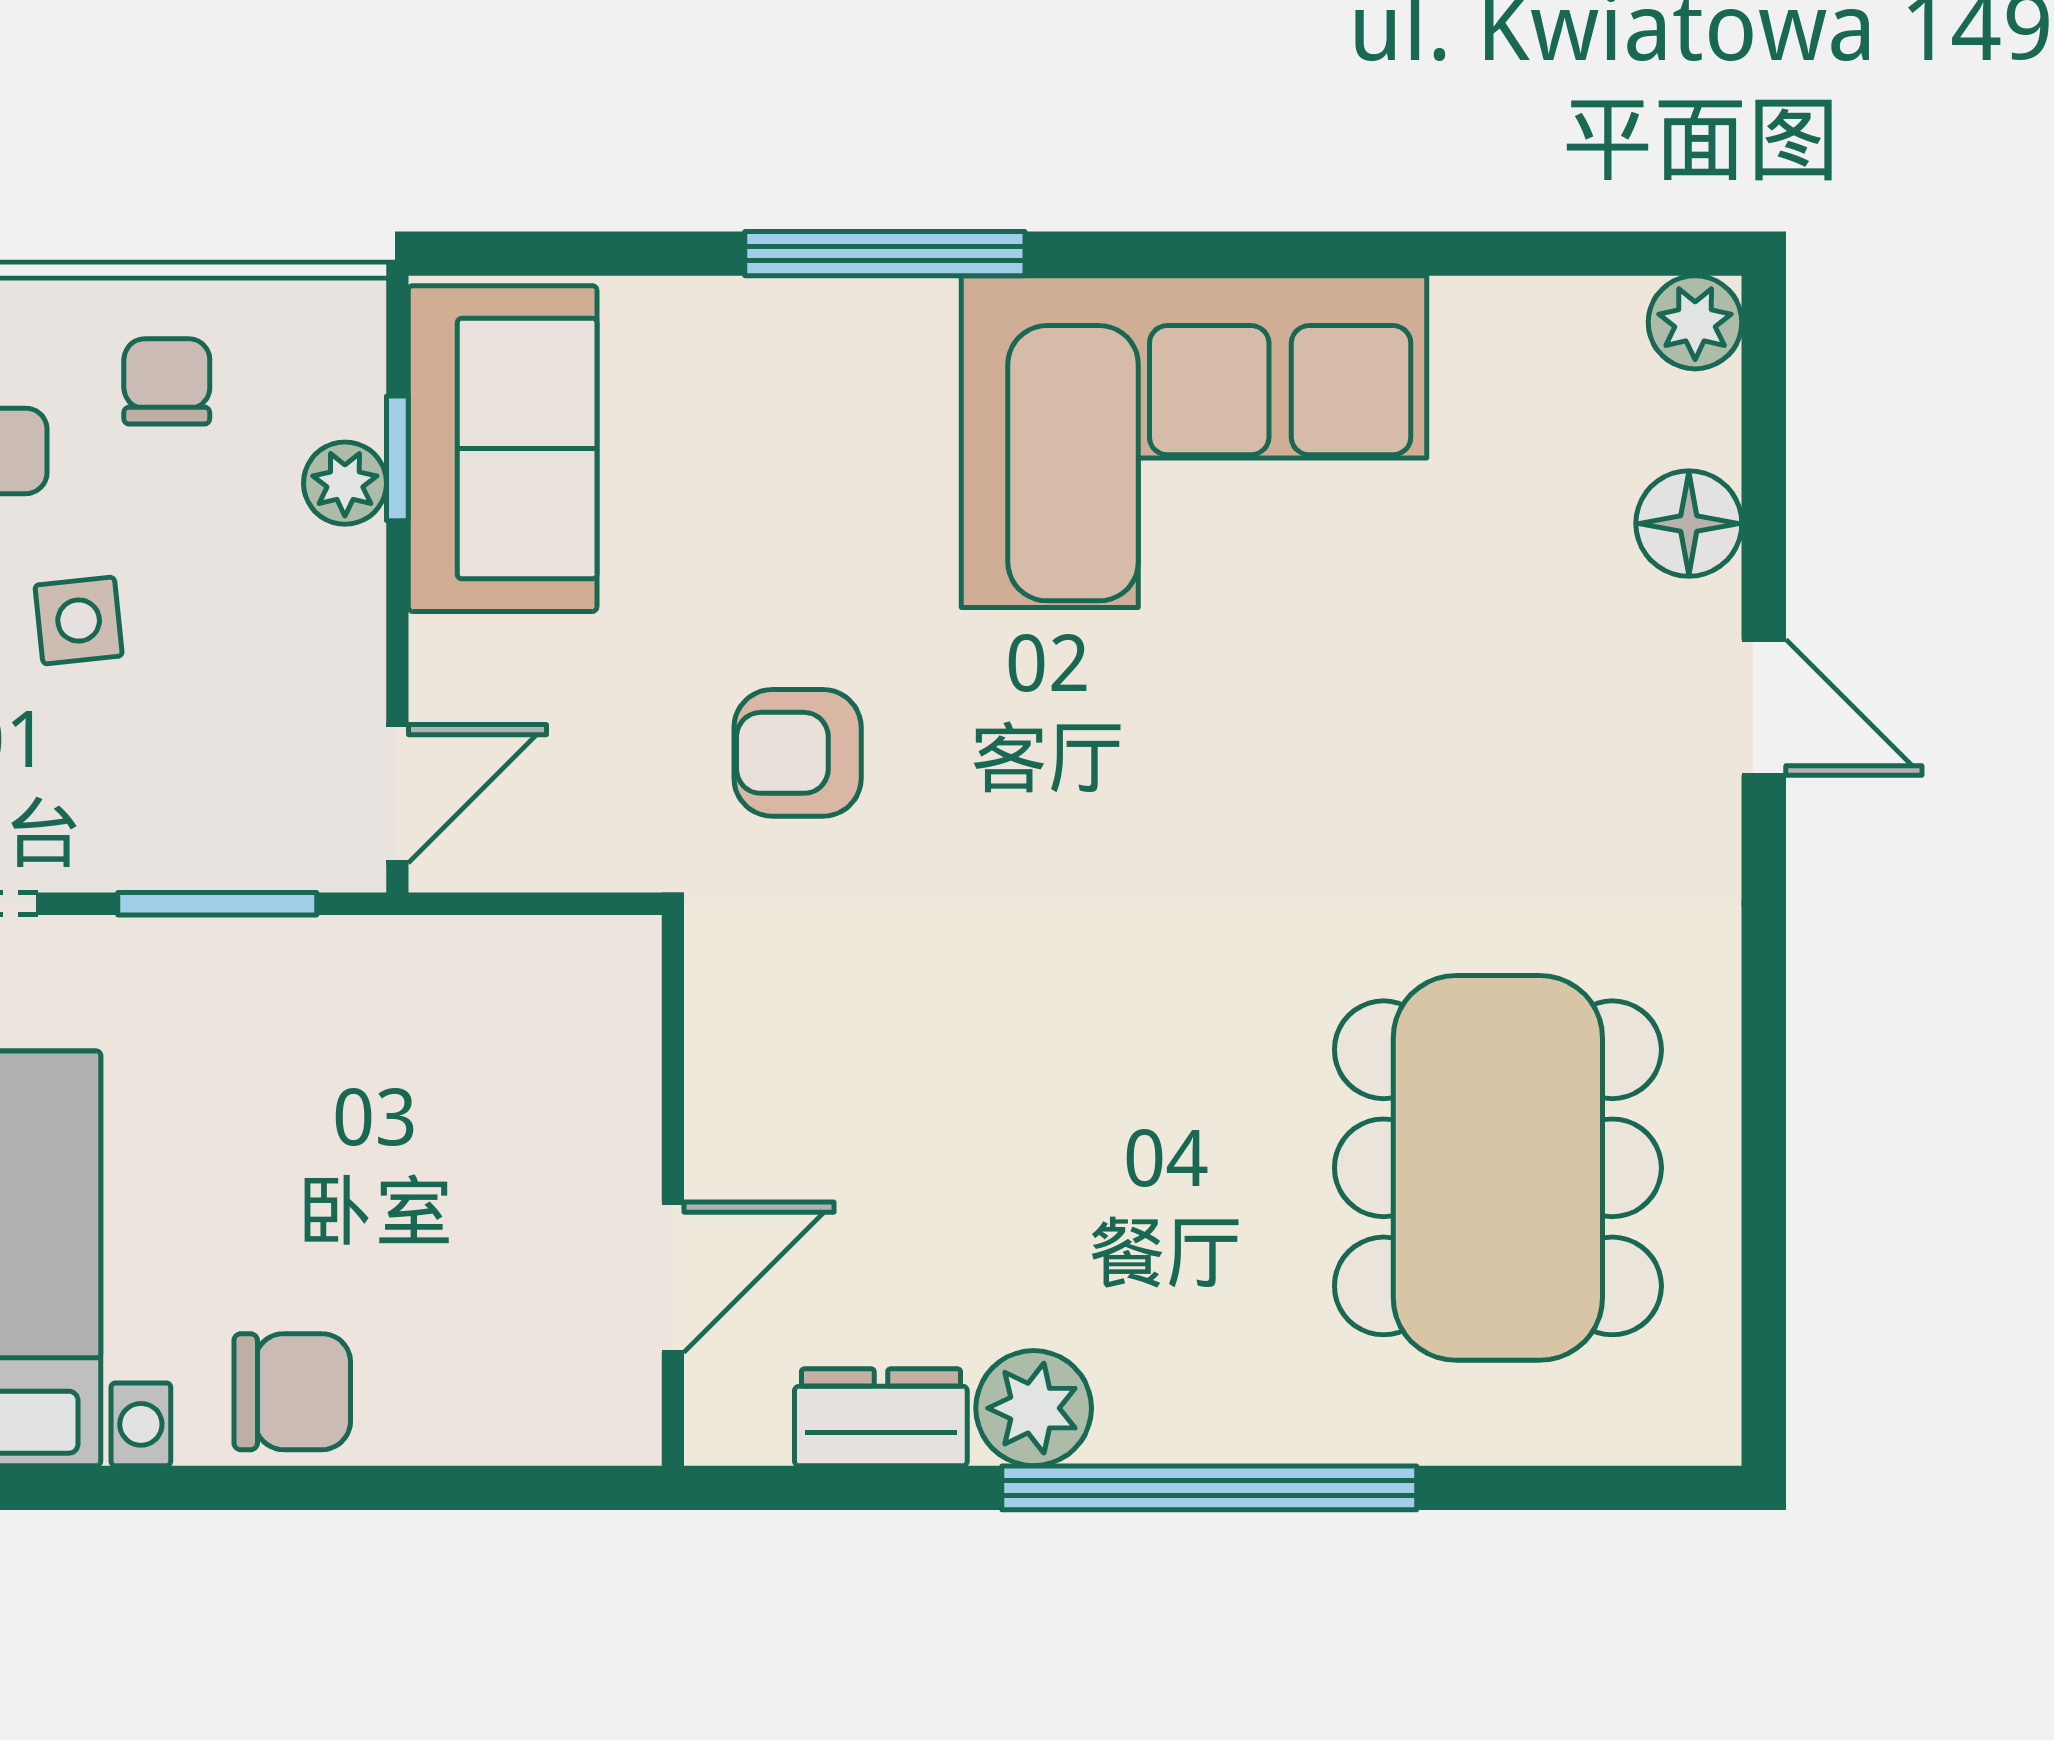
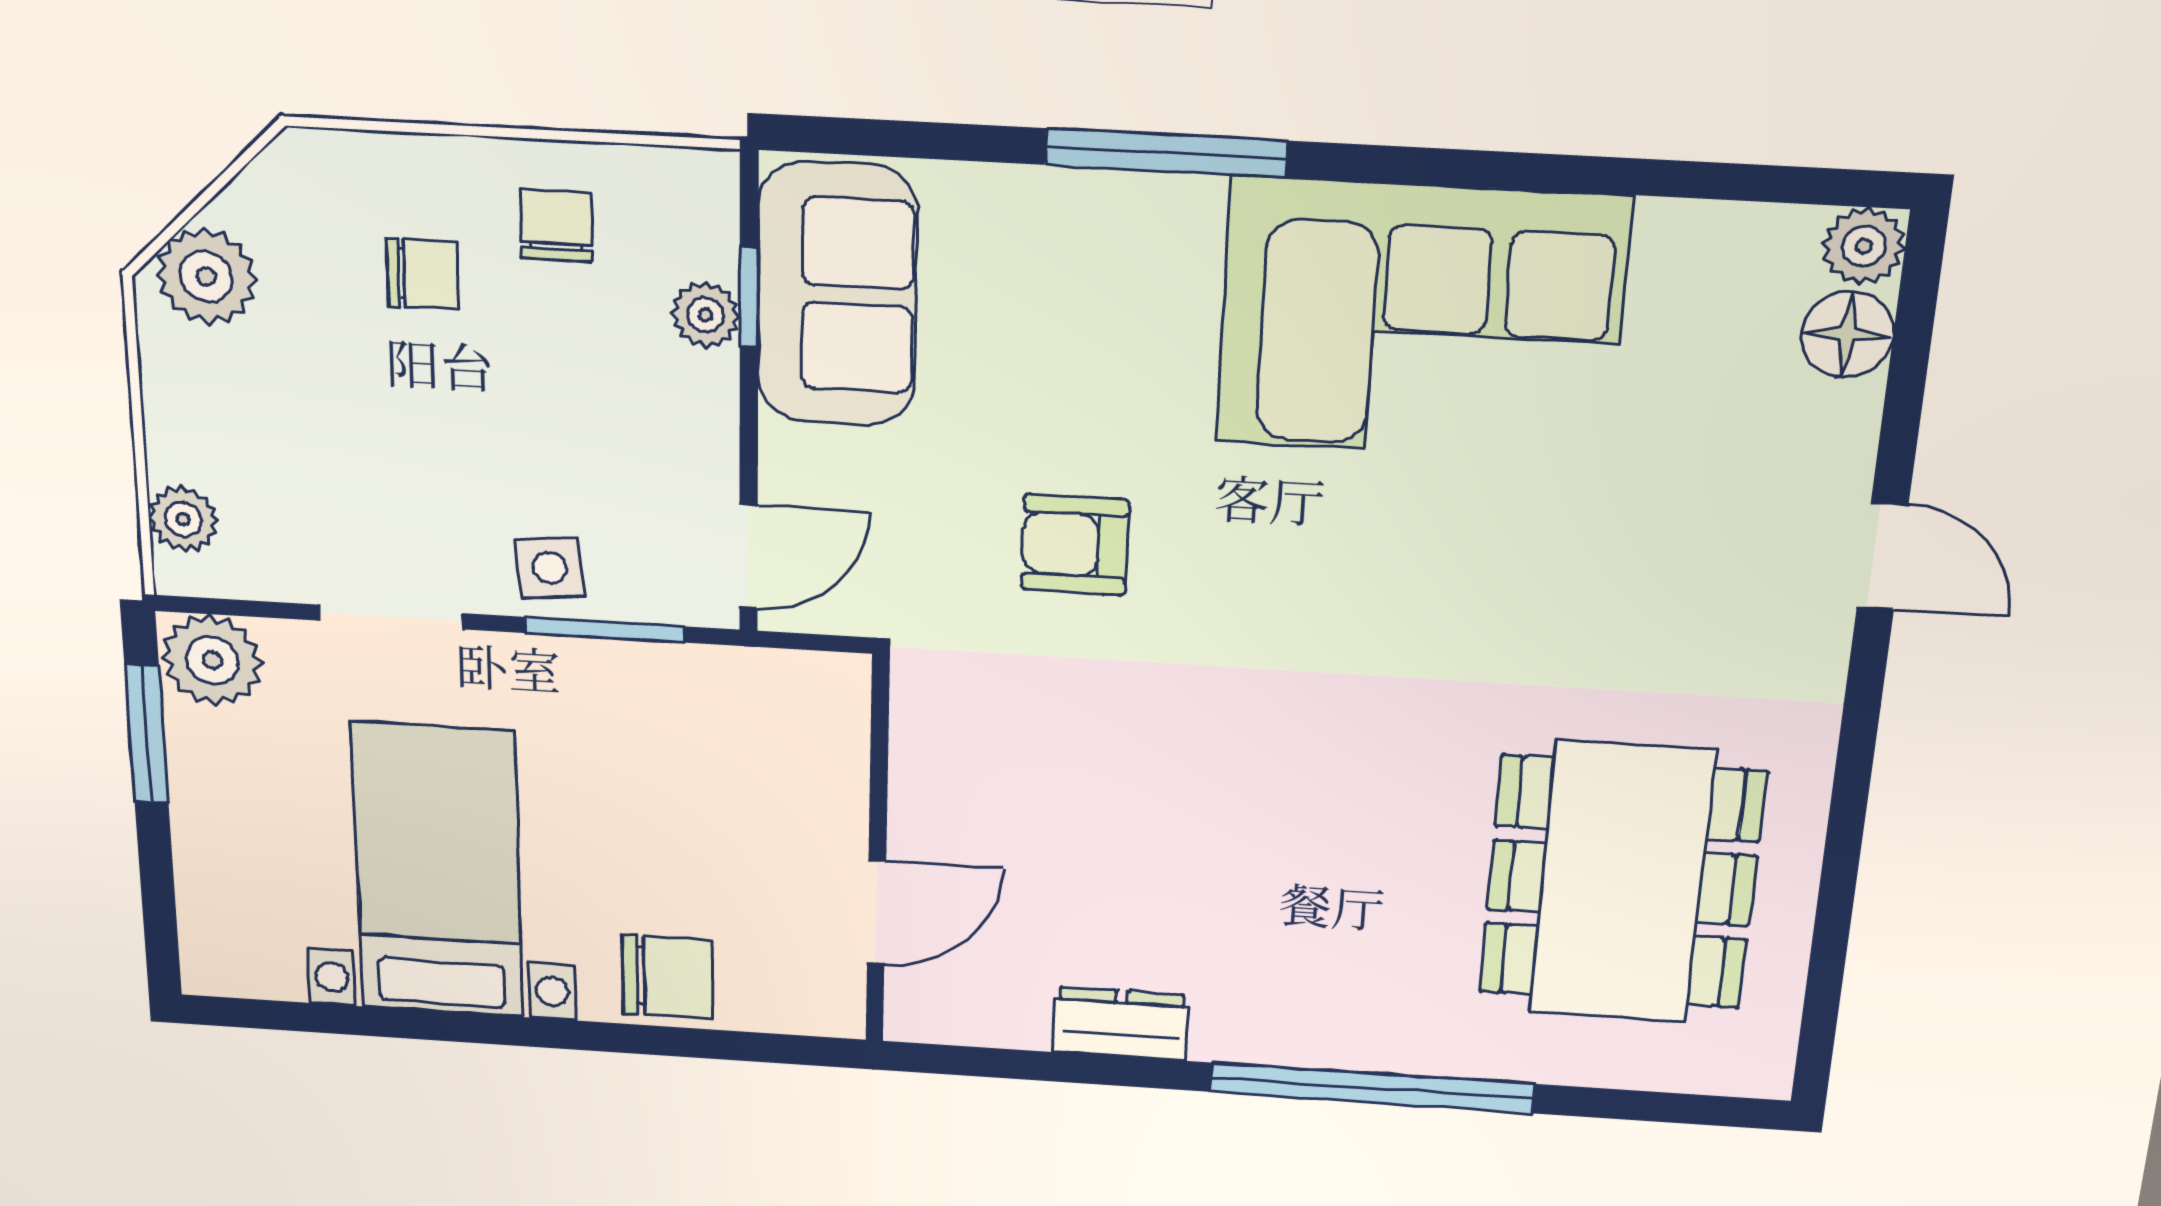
floor lamp: (1689, 524) -> (1847, 334), moved
side table: (79, 621) -> (550, 568), moved
wall: (673, 1190) -> (878, 852), moved
door: (673, 1277) -> (876, 912), moved
plant: (1034, 1408) -> (1240, 1025), removed

